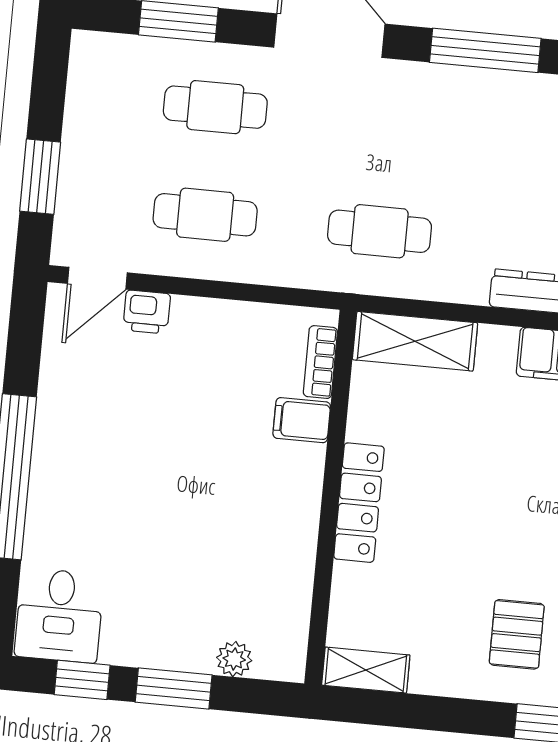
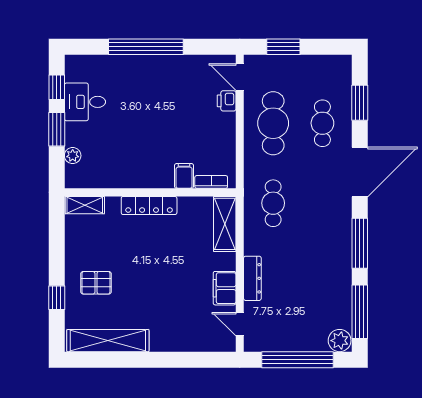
cafe table: (205, 215) -> (273, 123), width x1.37, depth x1.35
desk: (59, 615) -> (85, 102), moved
shelving: (366, 670) -> (85, 205), moved, turned 90

